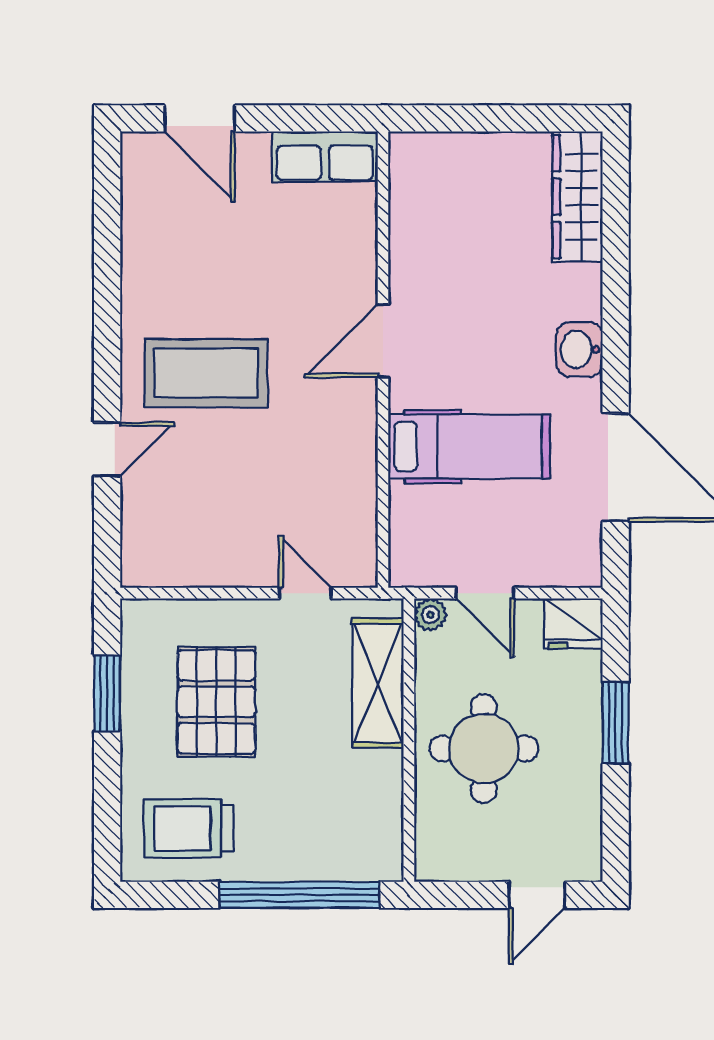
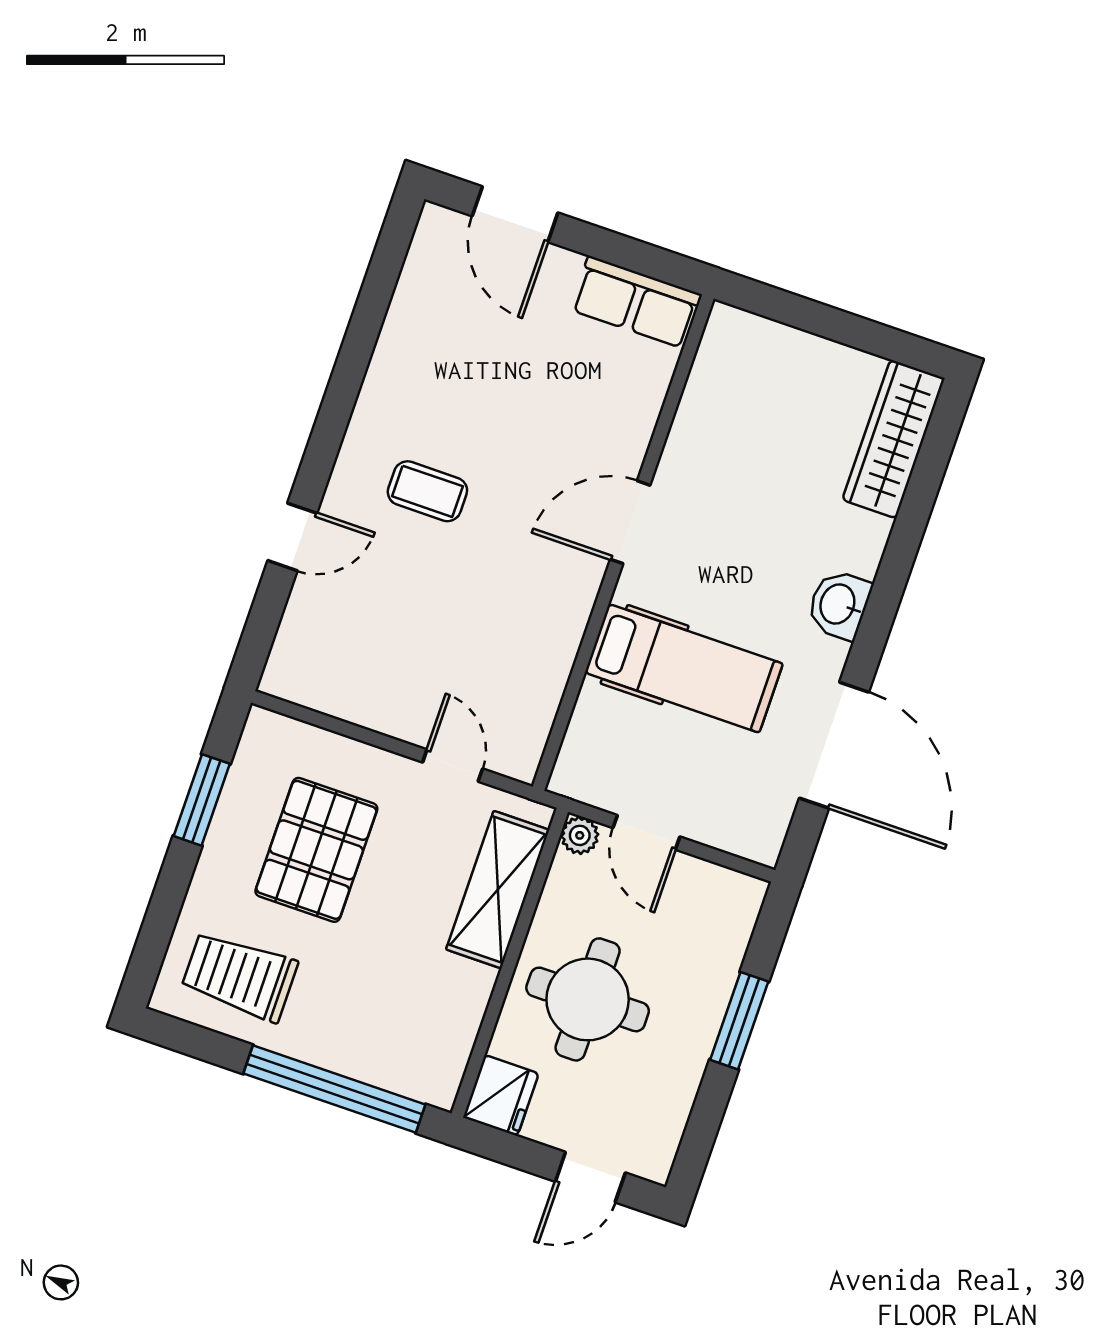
coffee table: (206, 373) -> (427, 491), width x0.54, depth x0.58
fridge: (573, 624) -> (501, 1095), moved, turned -90

